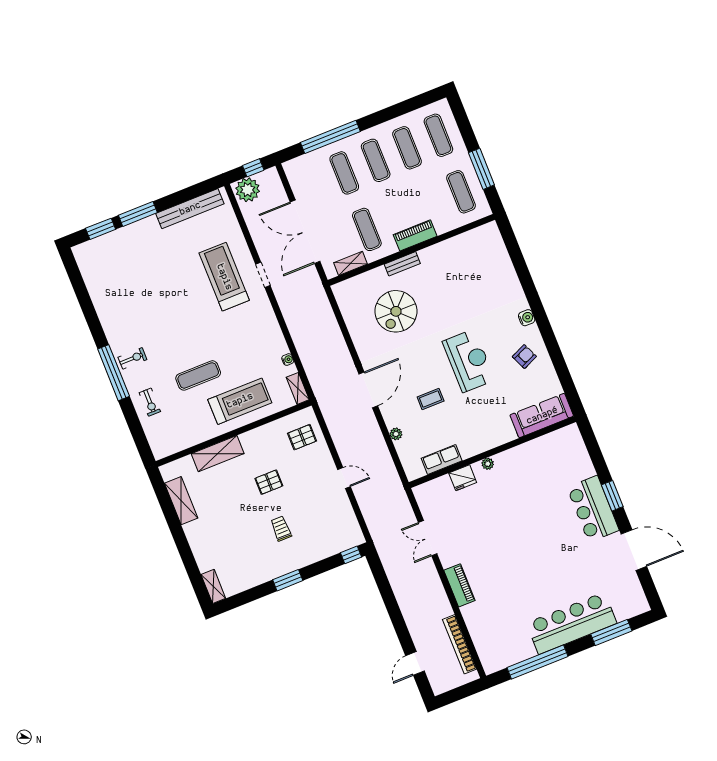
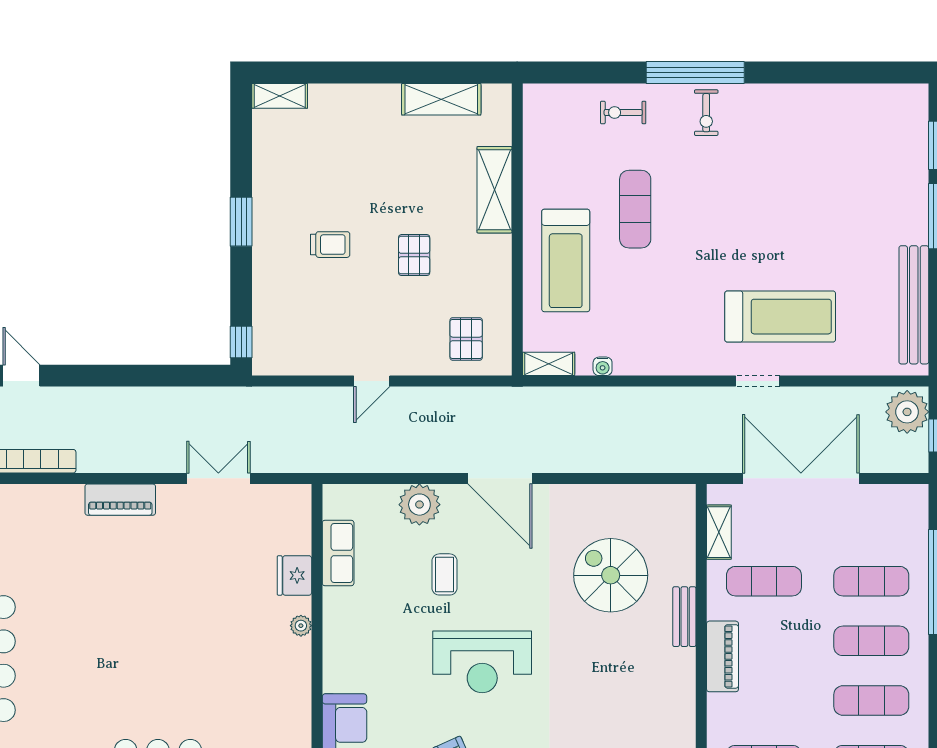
plant: (396, 434) -> (419, 505), width x1.88, depth x1.88

